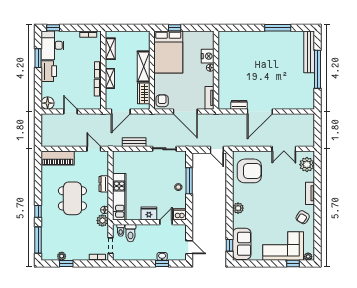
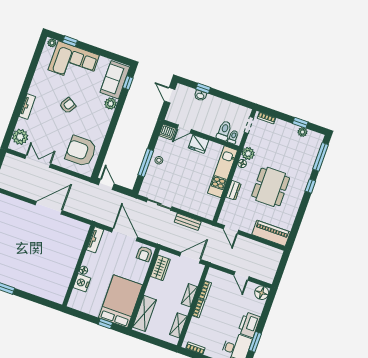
shelving: (144, 66) -> (144, 313), moved
dresser: (239, 105) -> (68, 222), removed
plant: (238, 208) -> (111, 104), moved
armchair: (303, 217) -> (68, 105), moved

